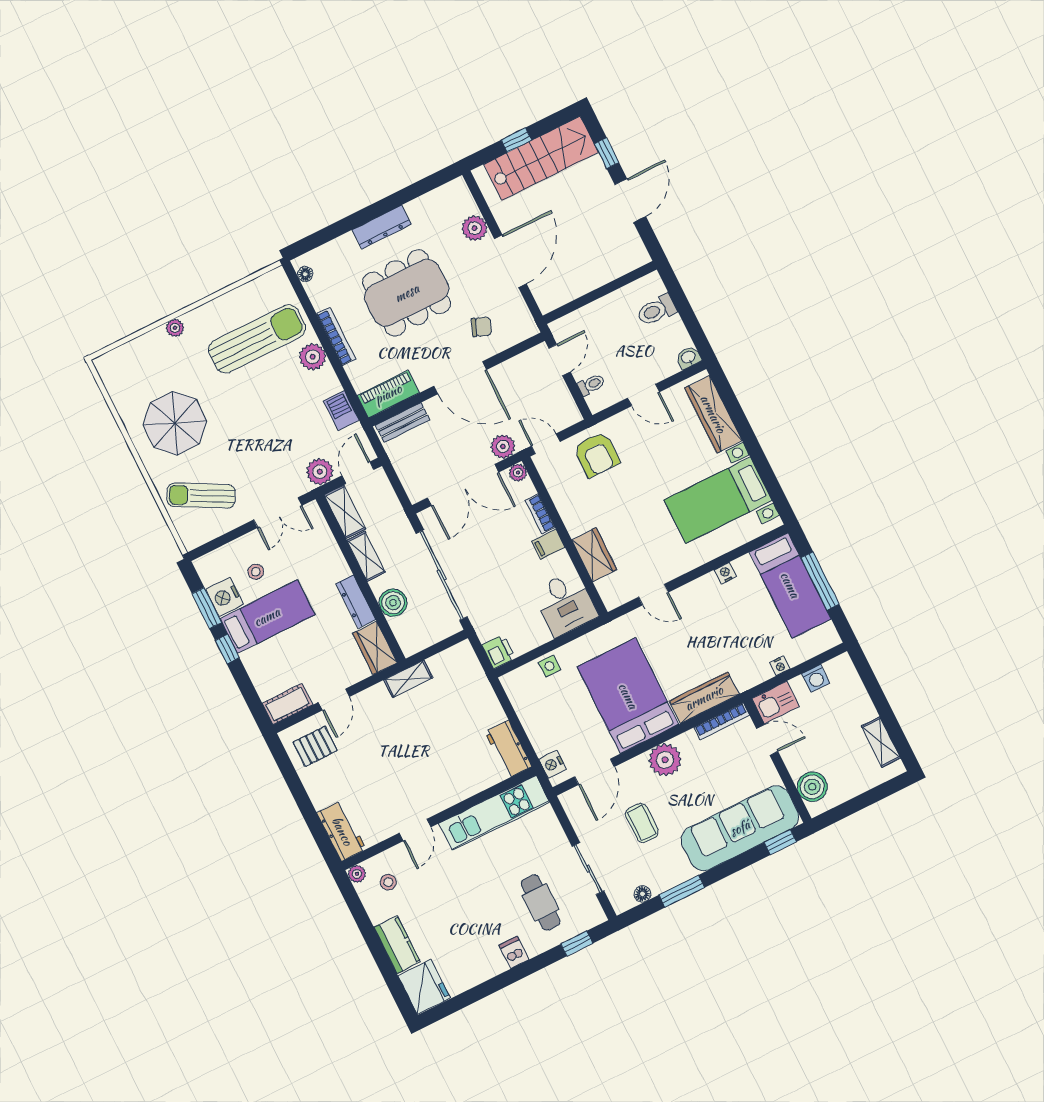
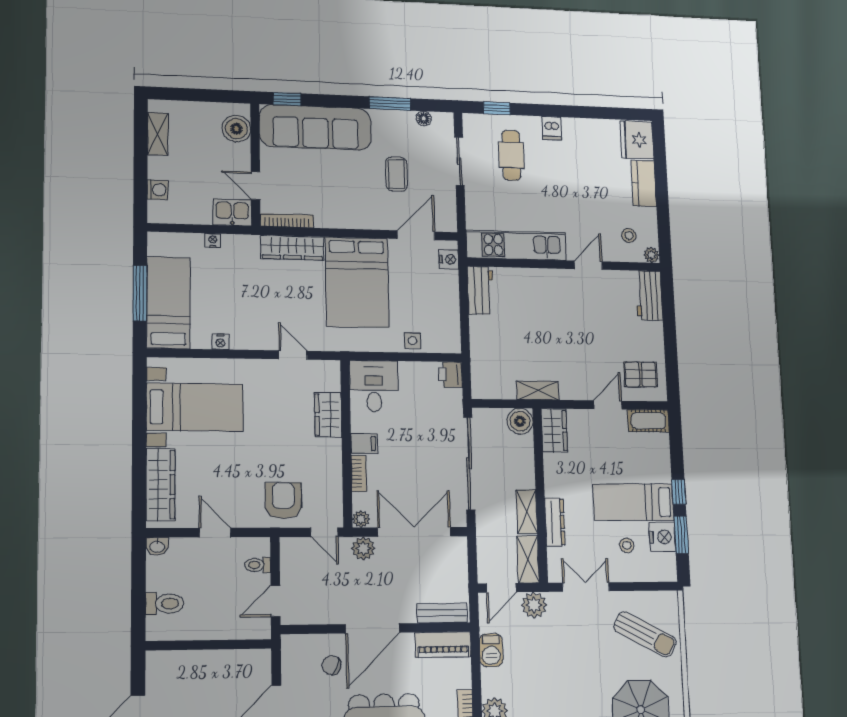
door: (460, 378) -> (372, 628), swing flipped
dresser: (356, 602) -> (555, 522), moved
boiler: (393, 603) -> (520, 421), moved
washing machine: (816, 678) -> (158, 190), moved, turned 90
plant: (665, 760) -> (351, 214), removed

